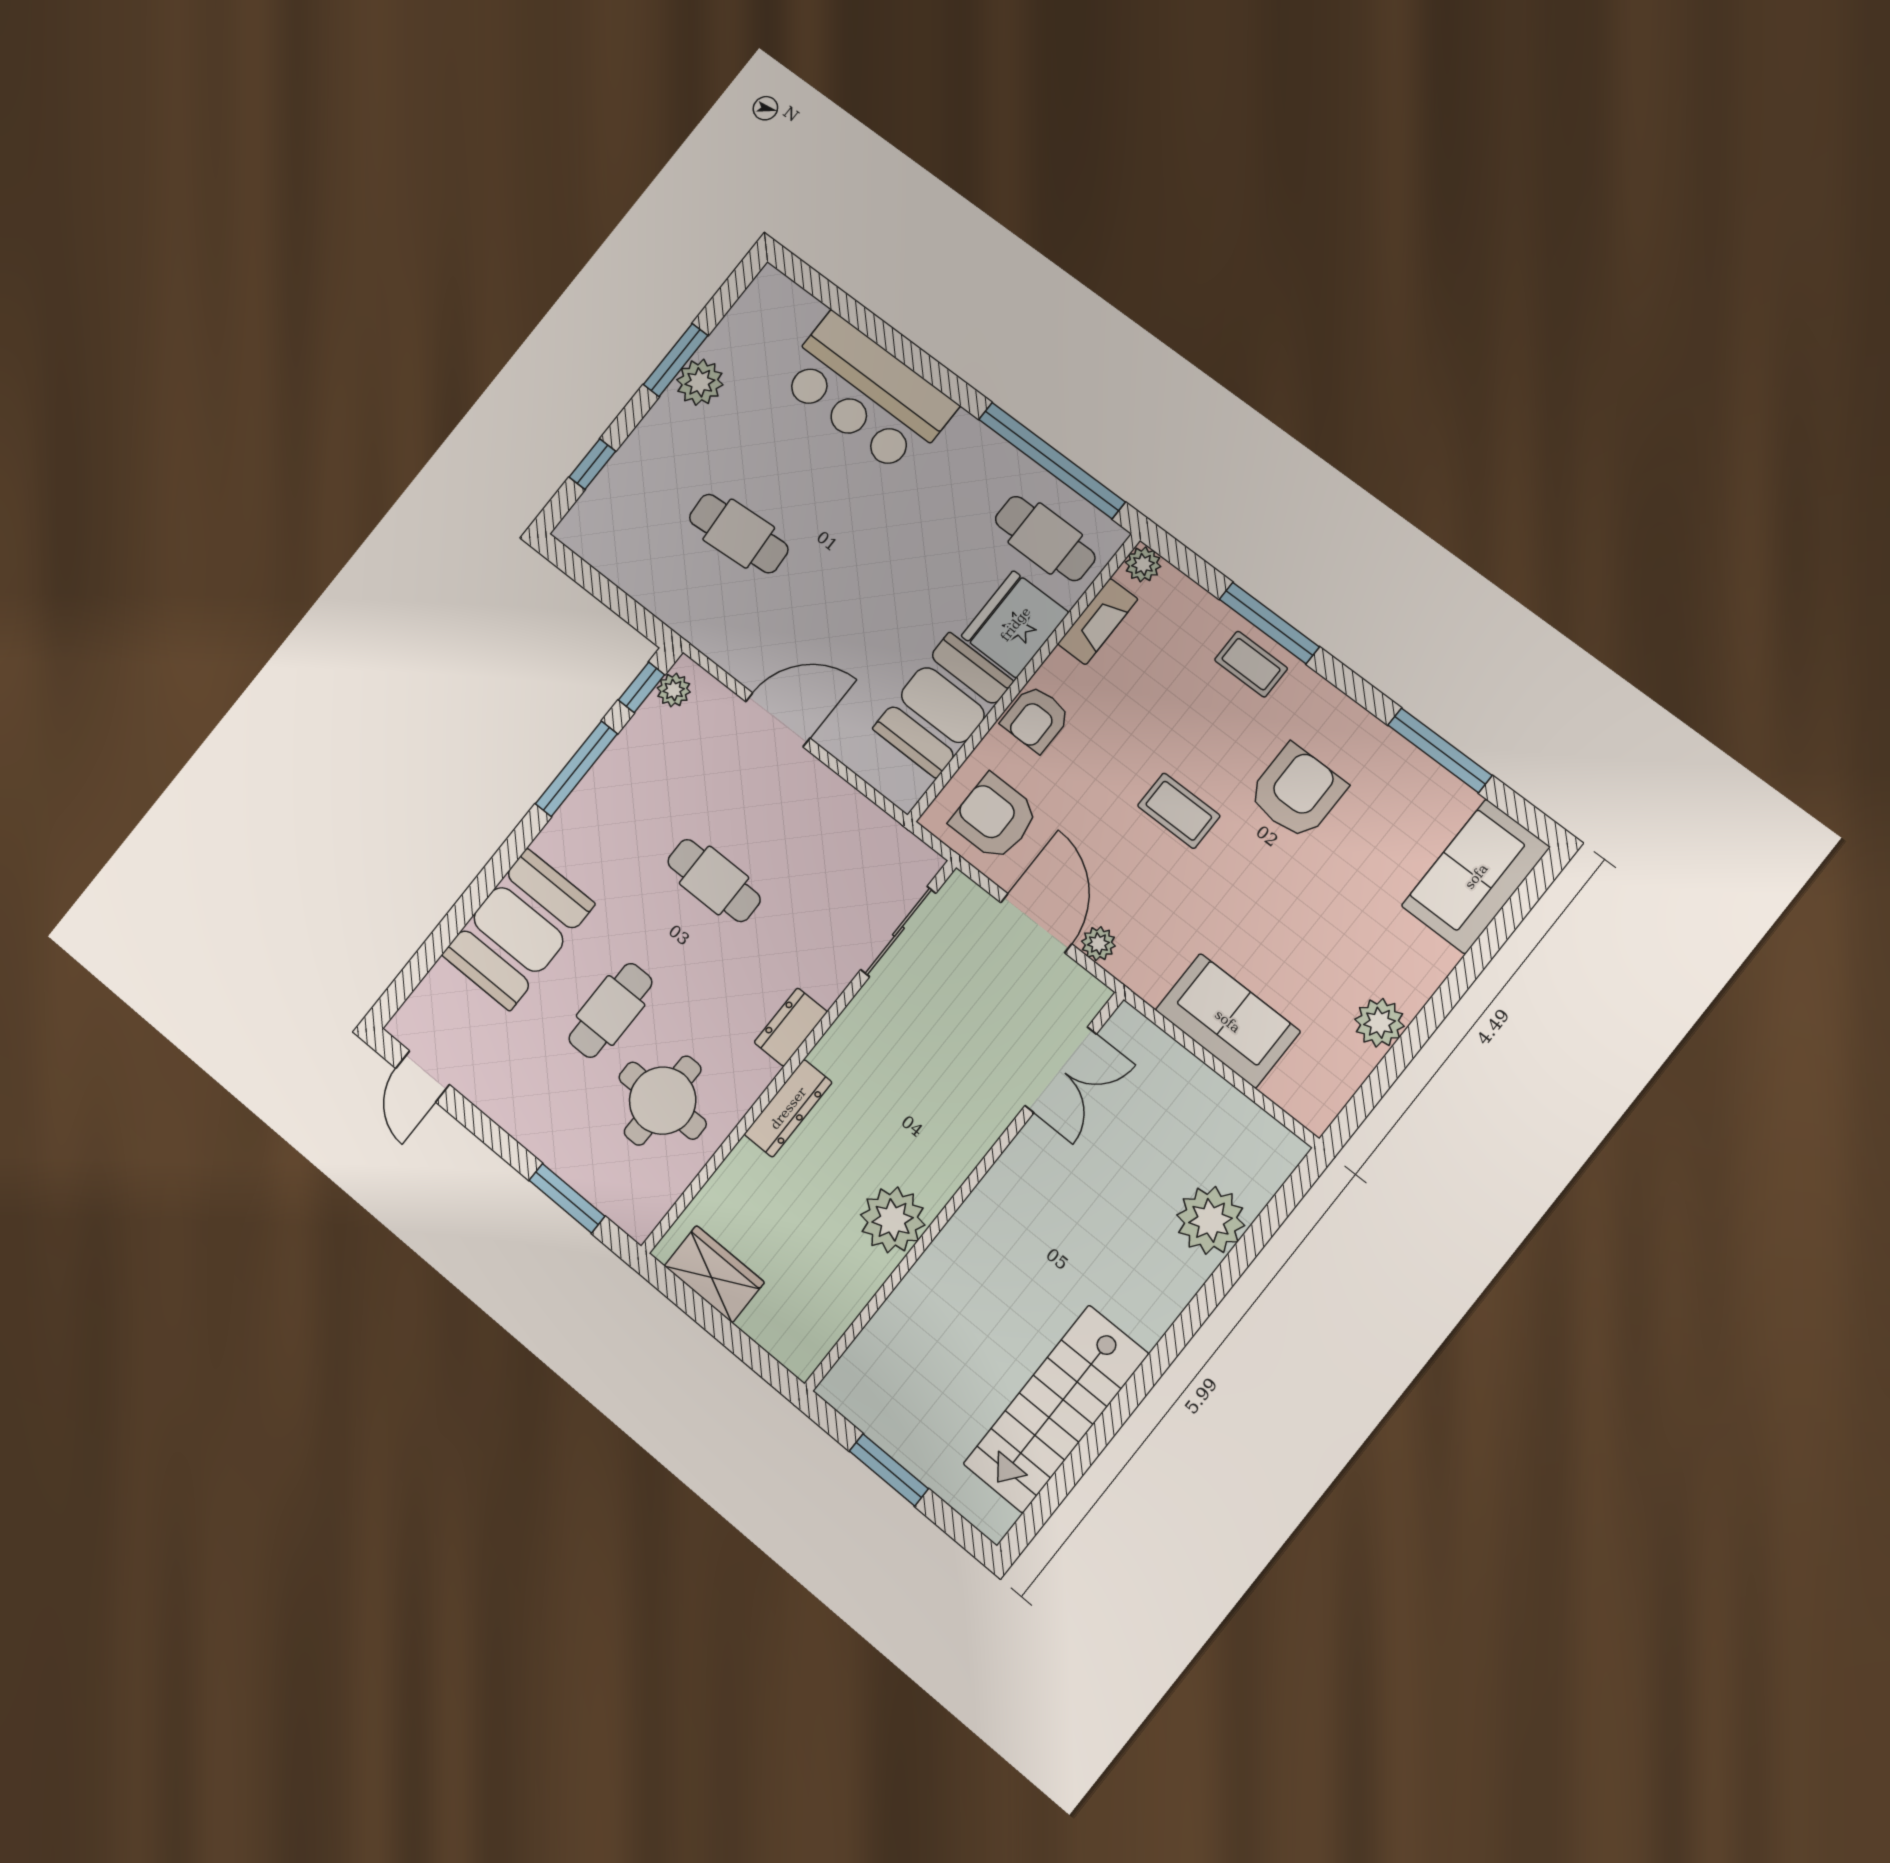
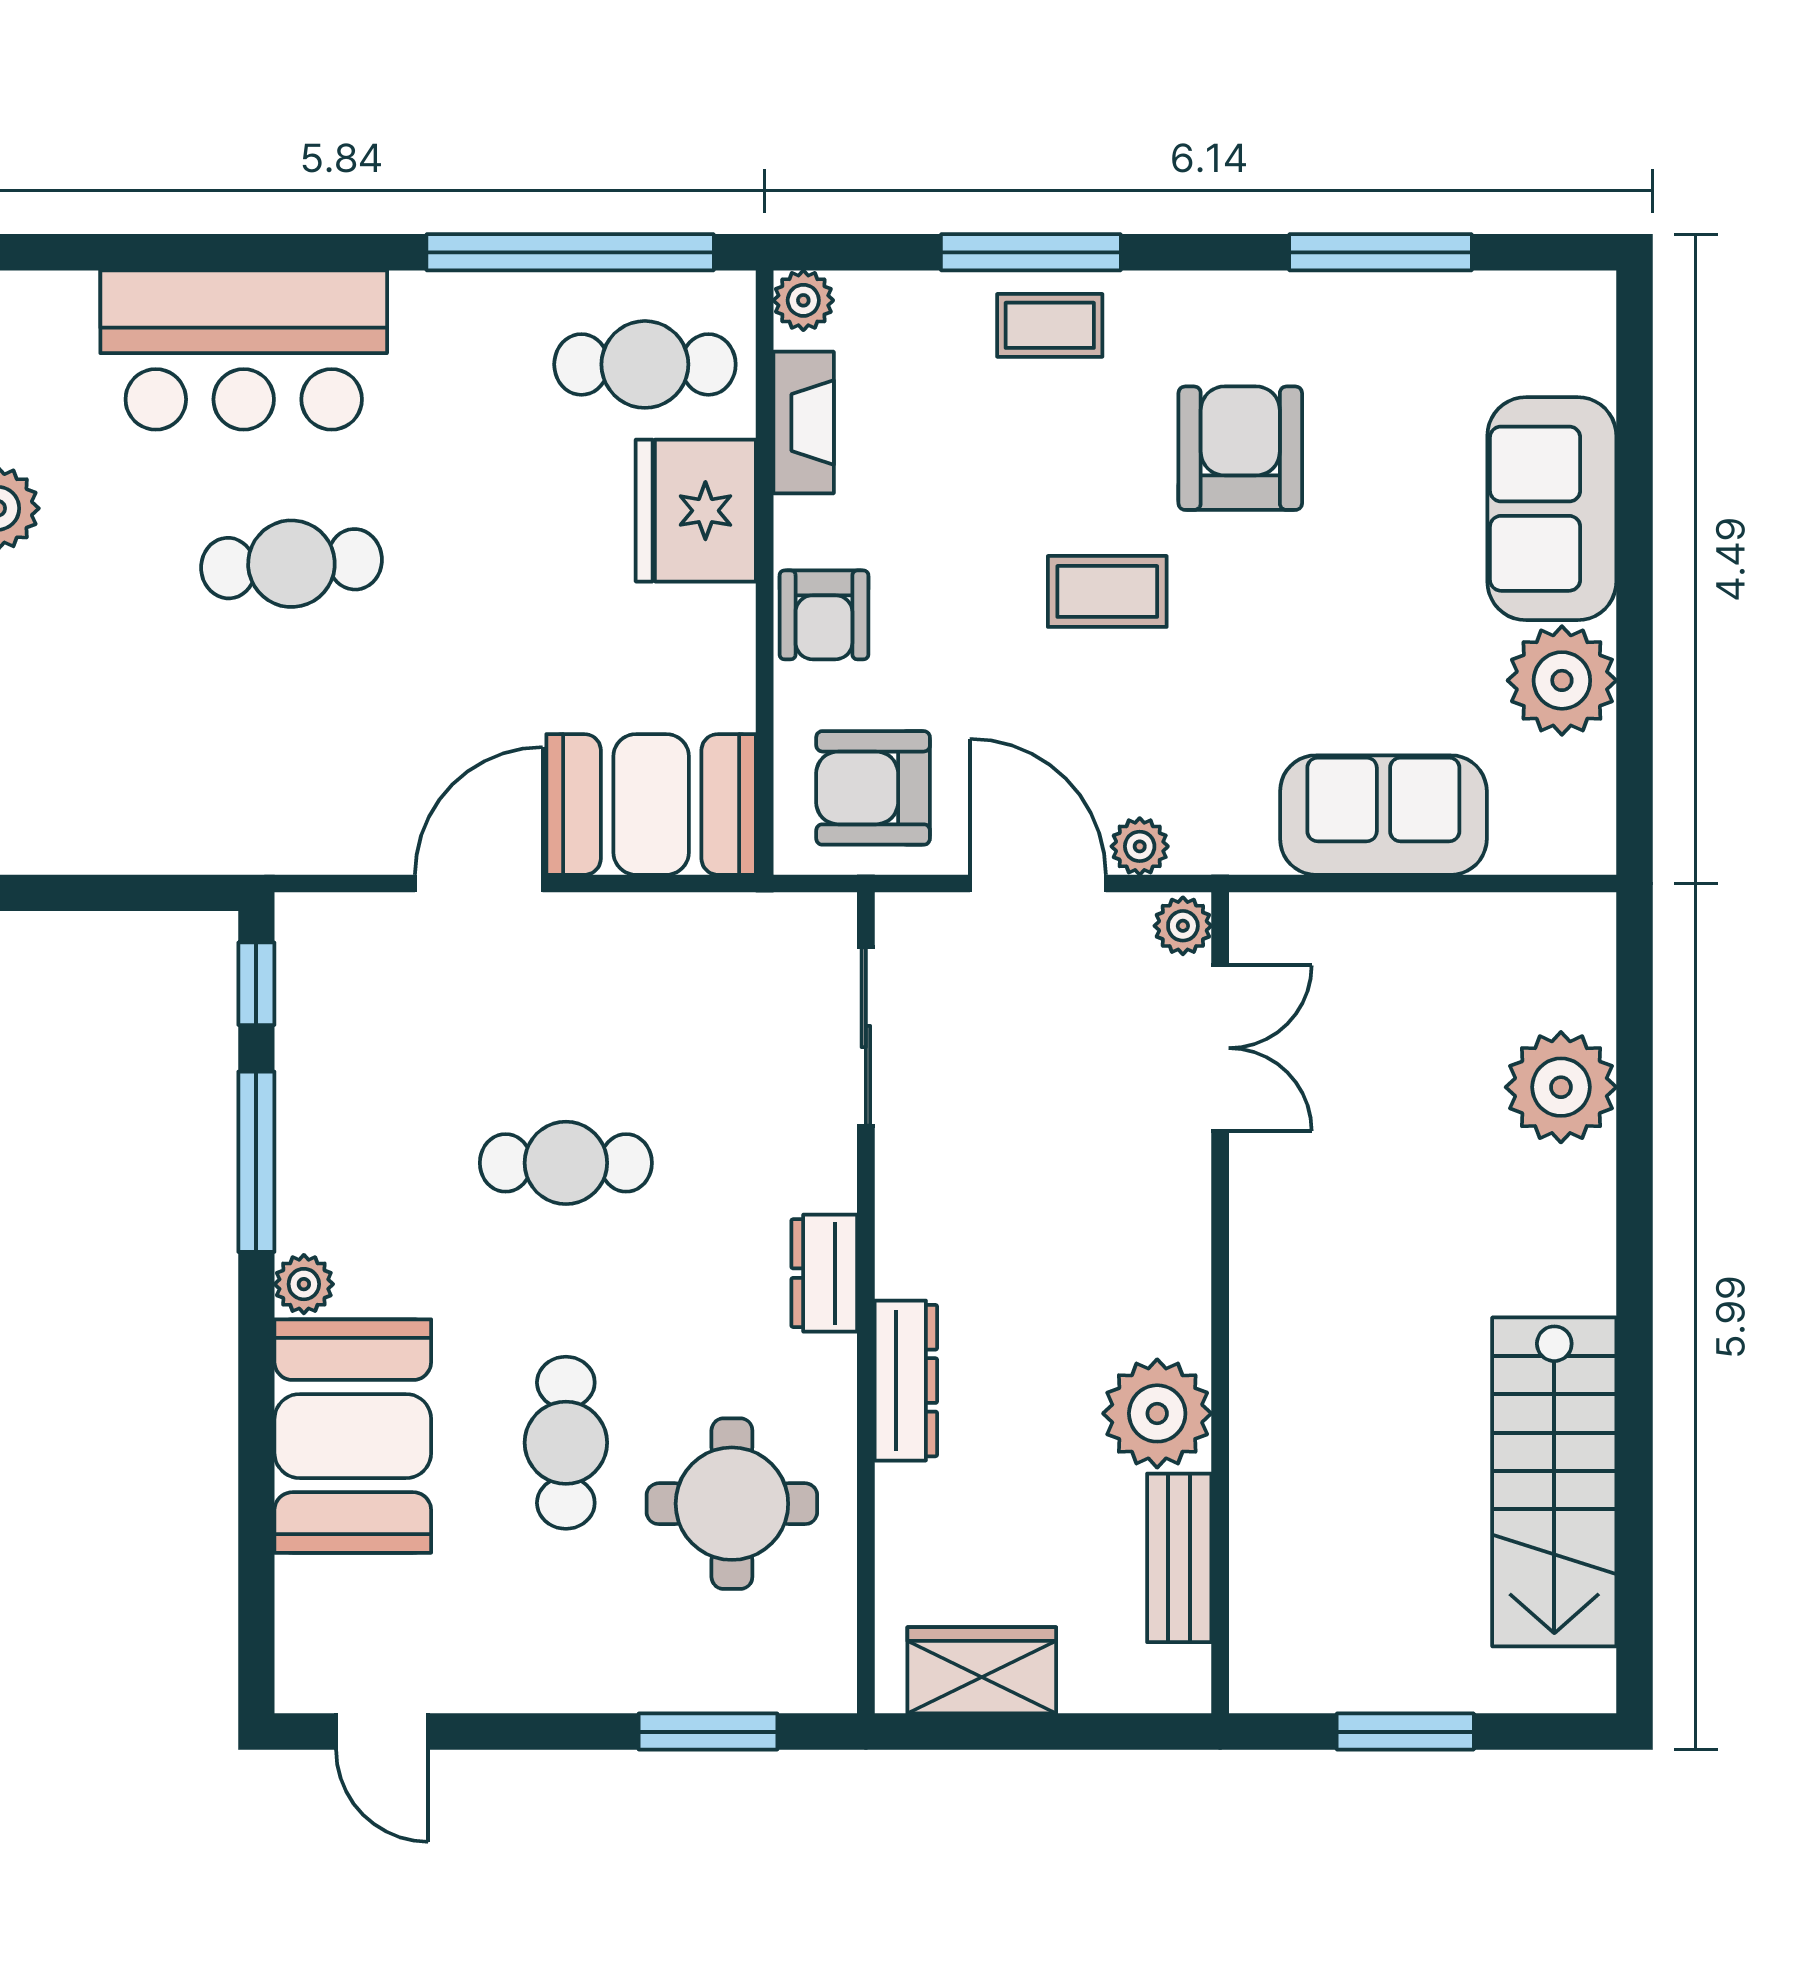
cafe table: (739, 534) -> (291, 564), moved
plant: (674, 690) -> (304, 1284), moved
booth: (943, 705) -> (651, 804), moved, turned 90
sofa: (1476, 876) -> (1552, 509), moved
plant: (1089, 998) -> (1183, 926), added
plant: (1379, 1023) -> (1562, 680), width x1.36, depth x1.36
bench: (848, 1297) -> (1179, 1558), added

